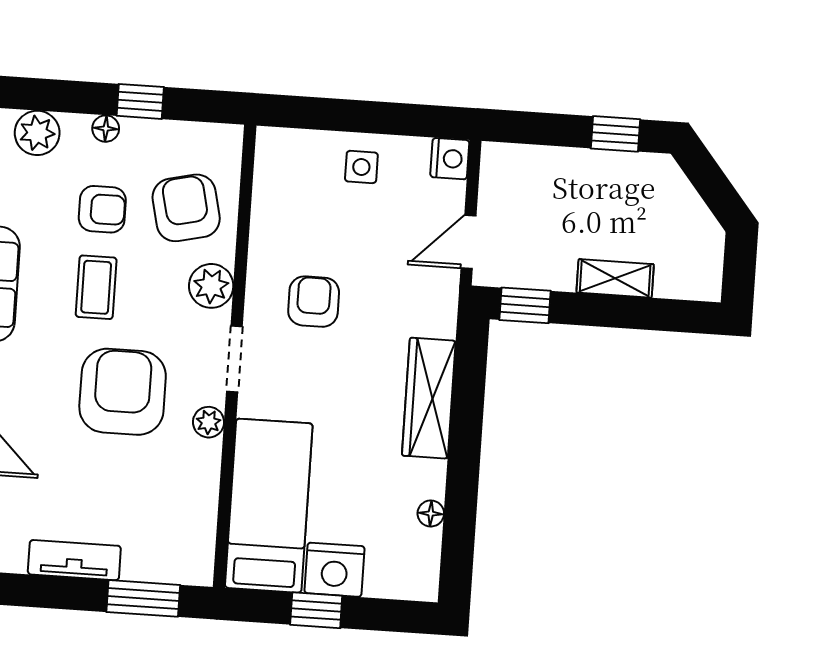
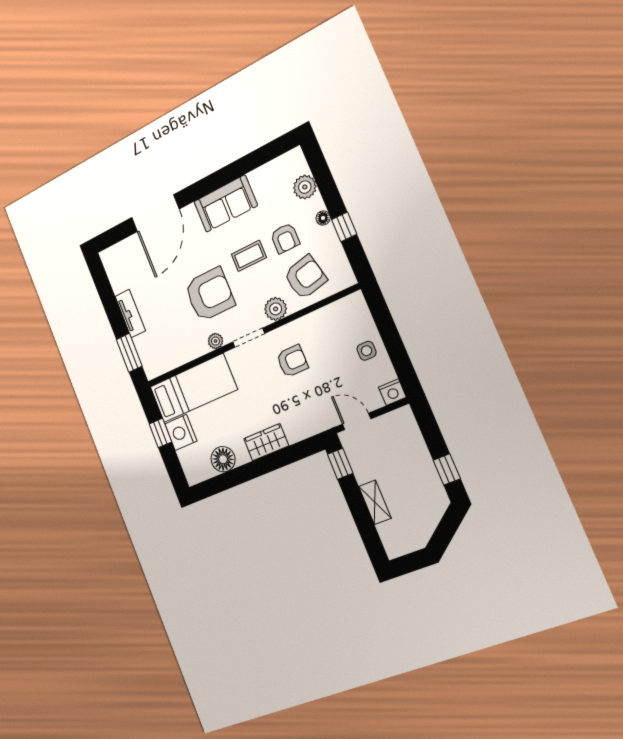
wardrobe: (429, 398) -> (266, 442), width x0.67
floor lamp: (431, 513) -> (223, 459), width x1.89, depth x1.89

